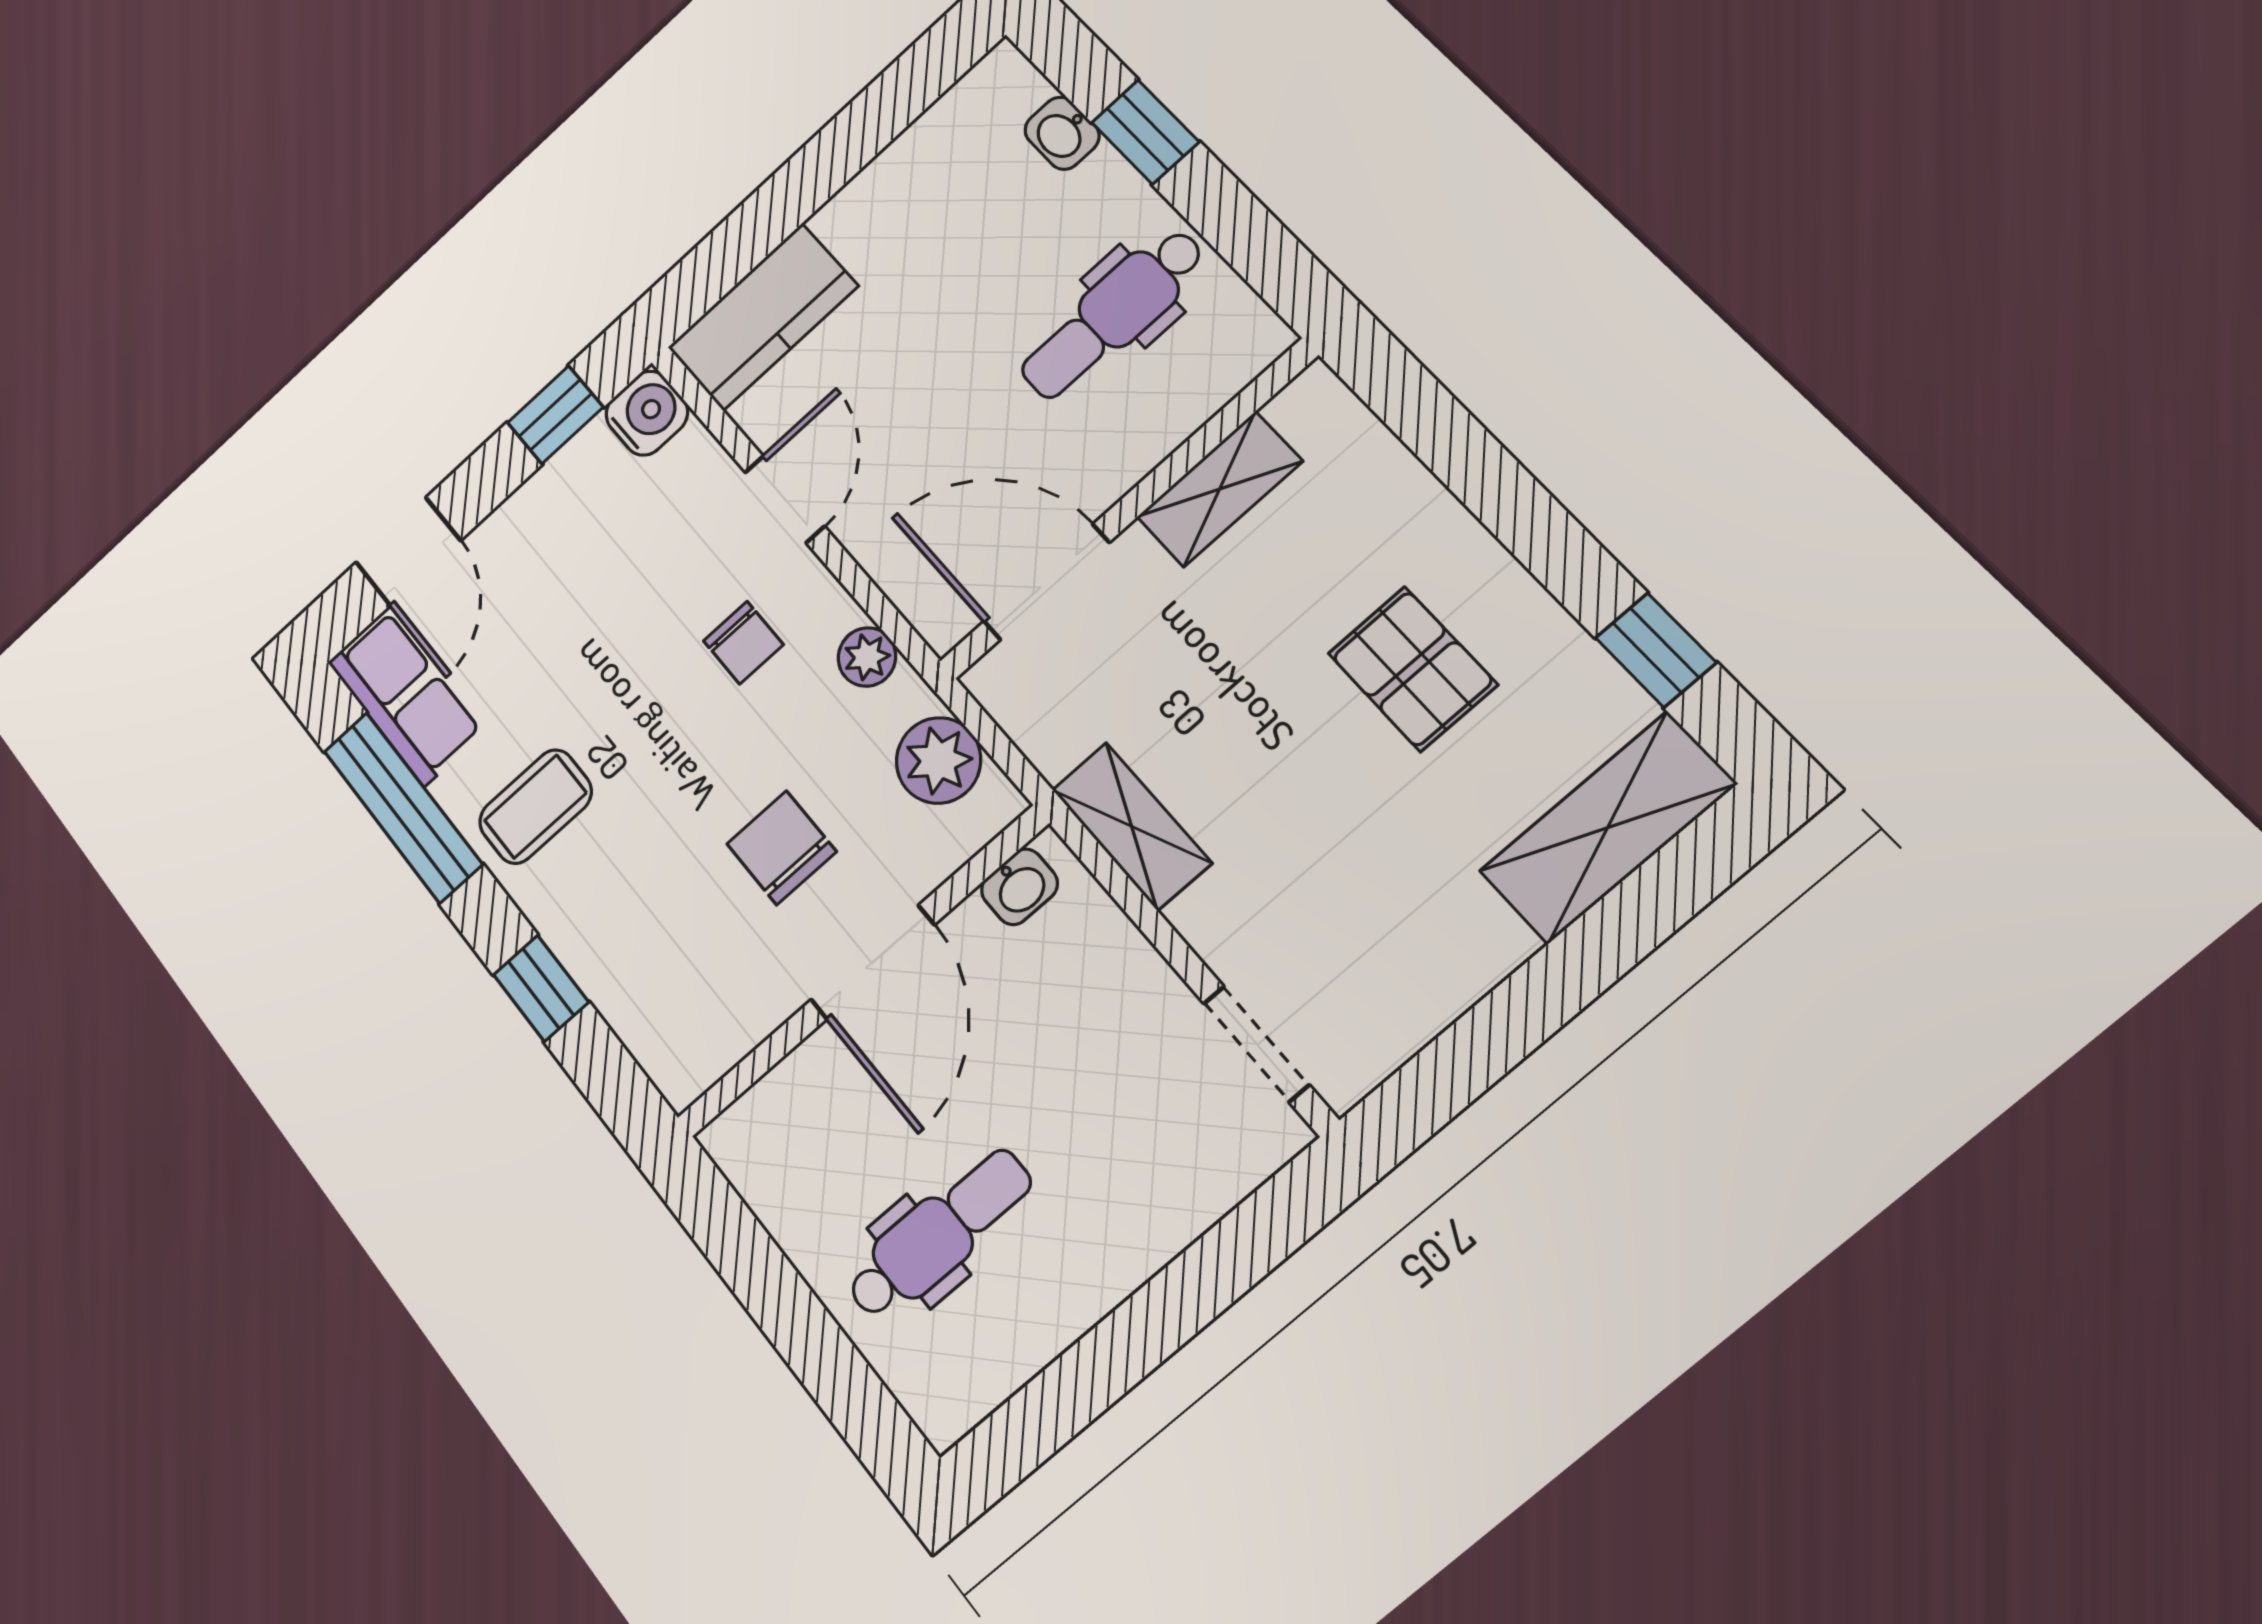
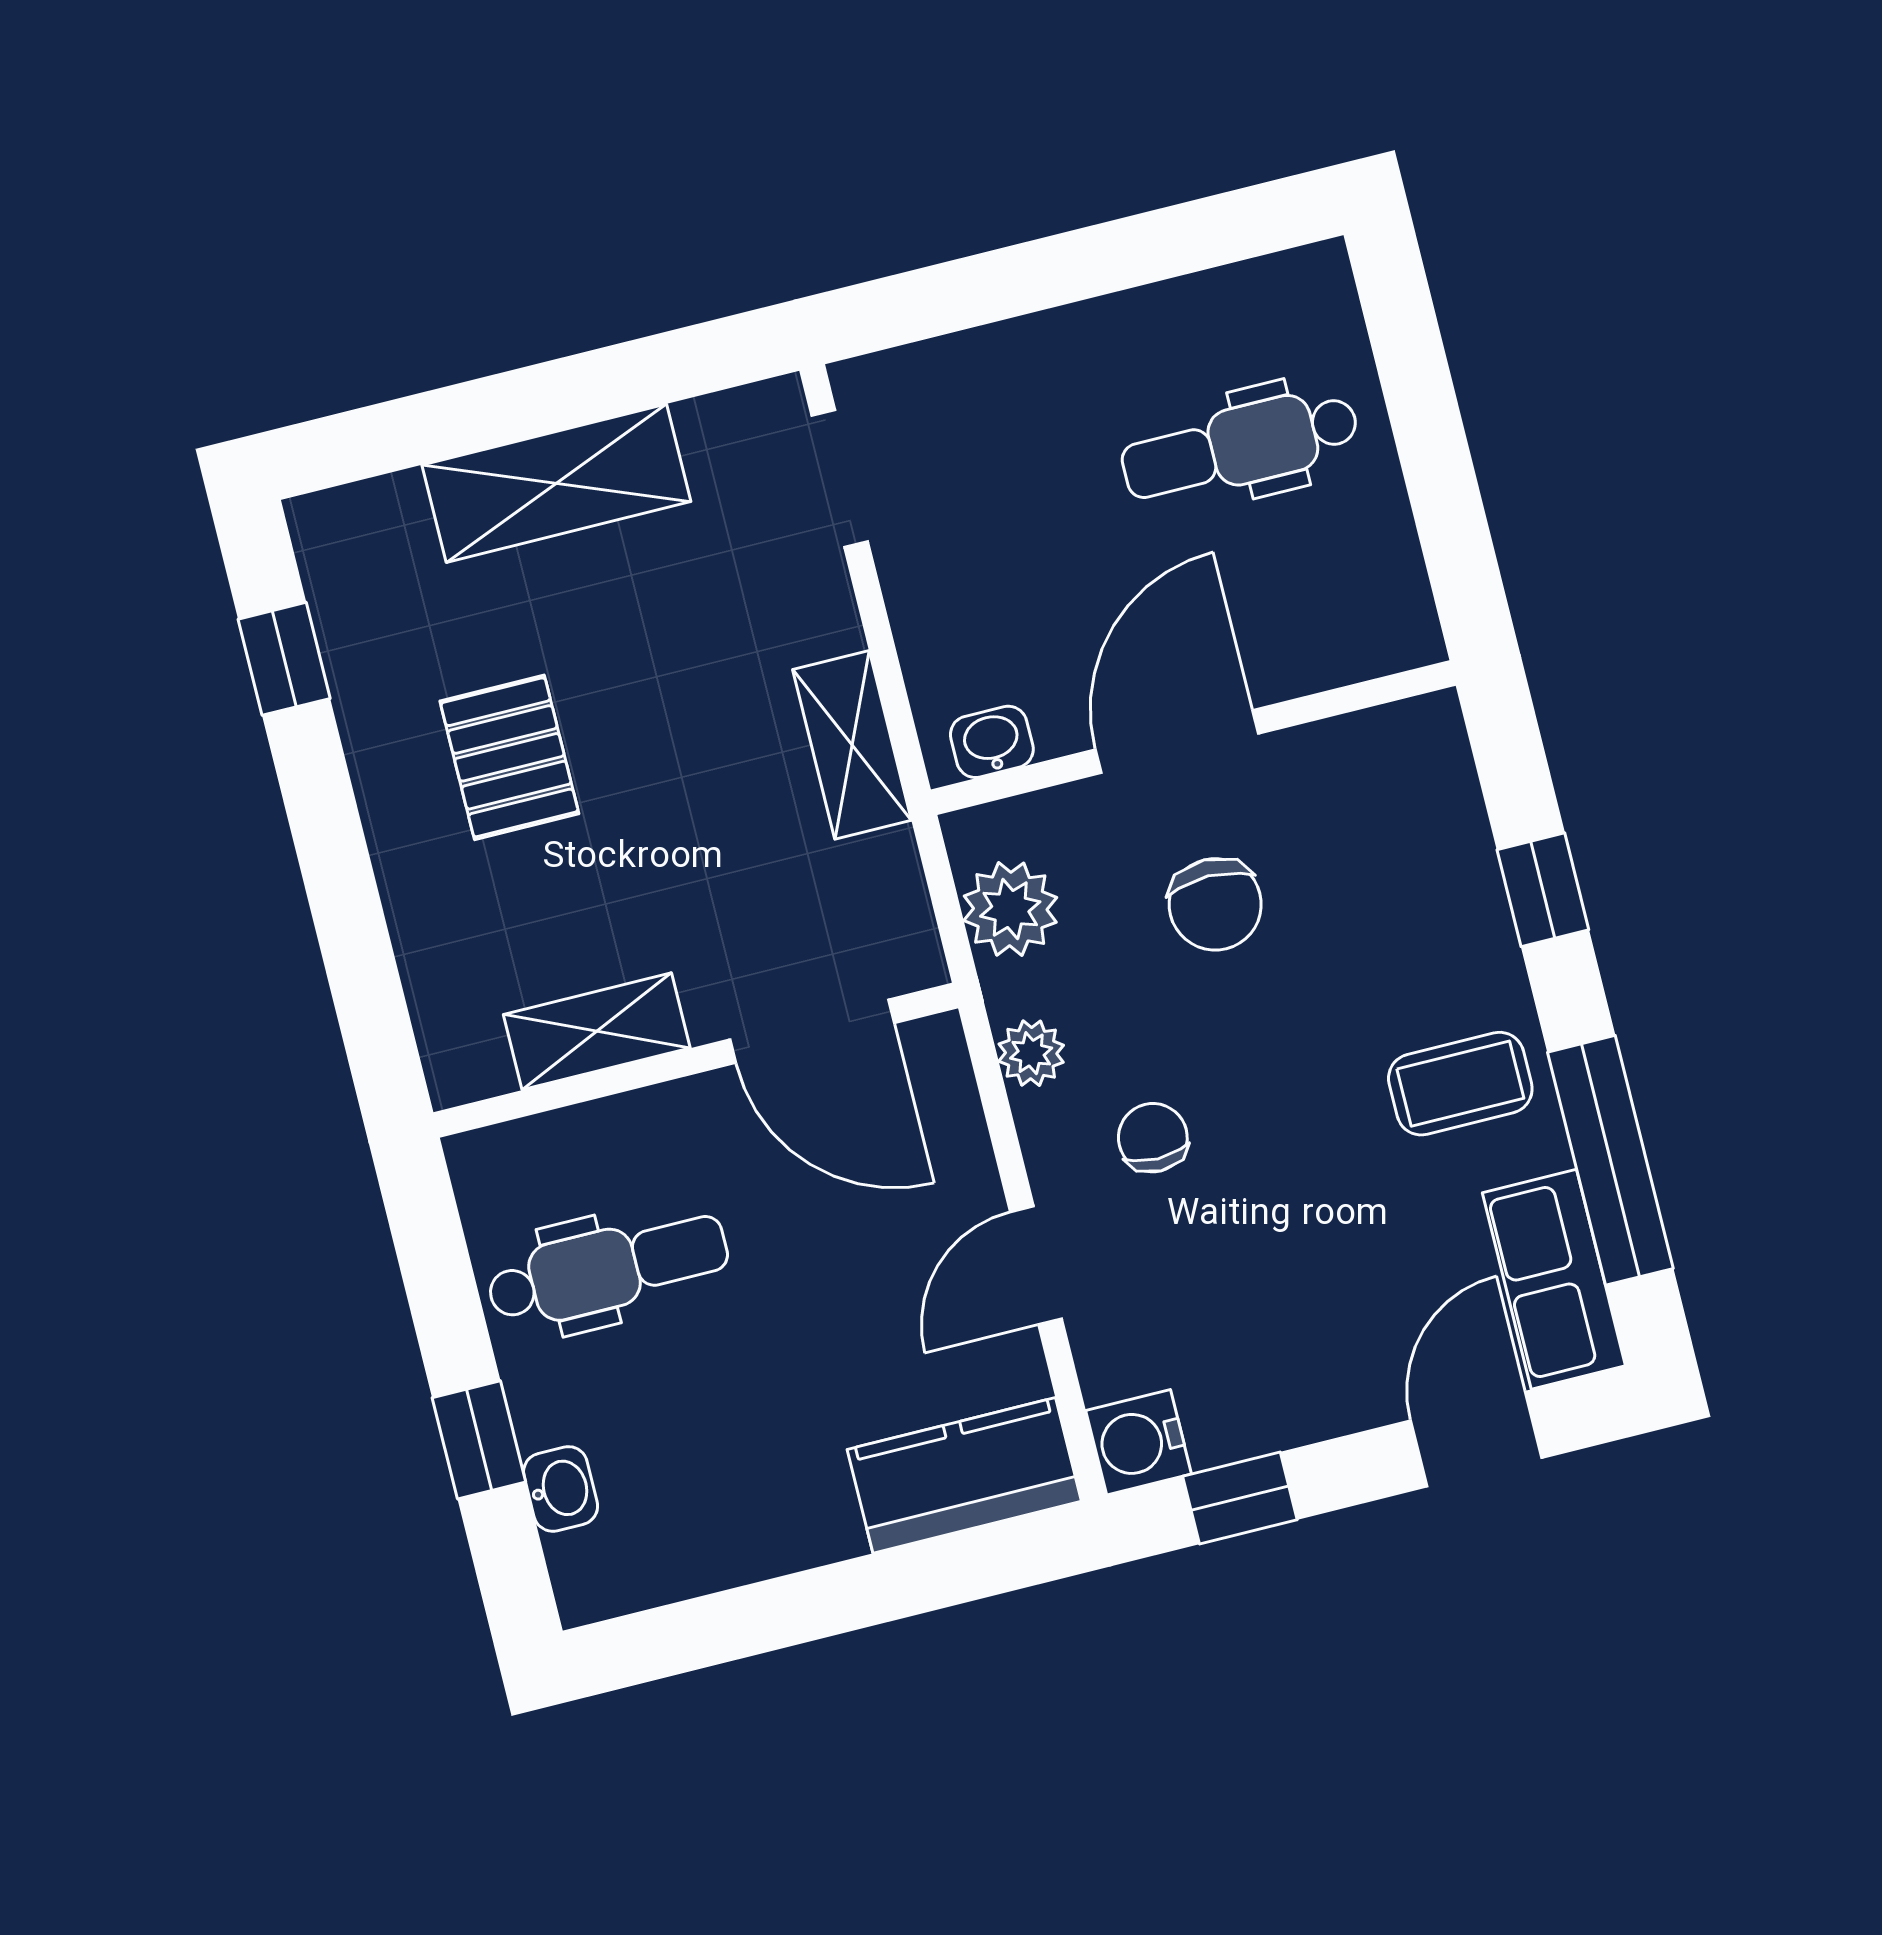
shelving: (1607, 828) -> (556, 483), moved

